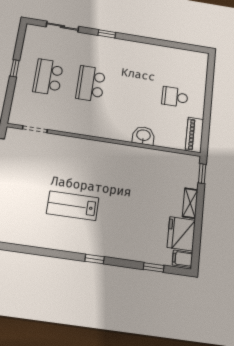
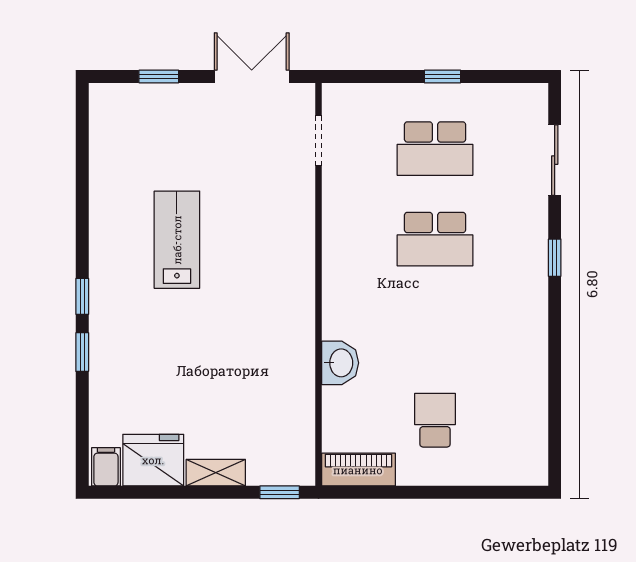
school desk: (48, 77) -> (435, 149), turned 180
school desk: (91, 84) -> (435, 239), turned 180
window: (154, 267) -> (82, 352), moved

